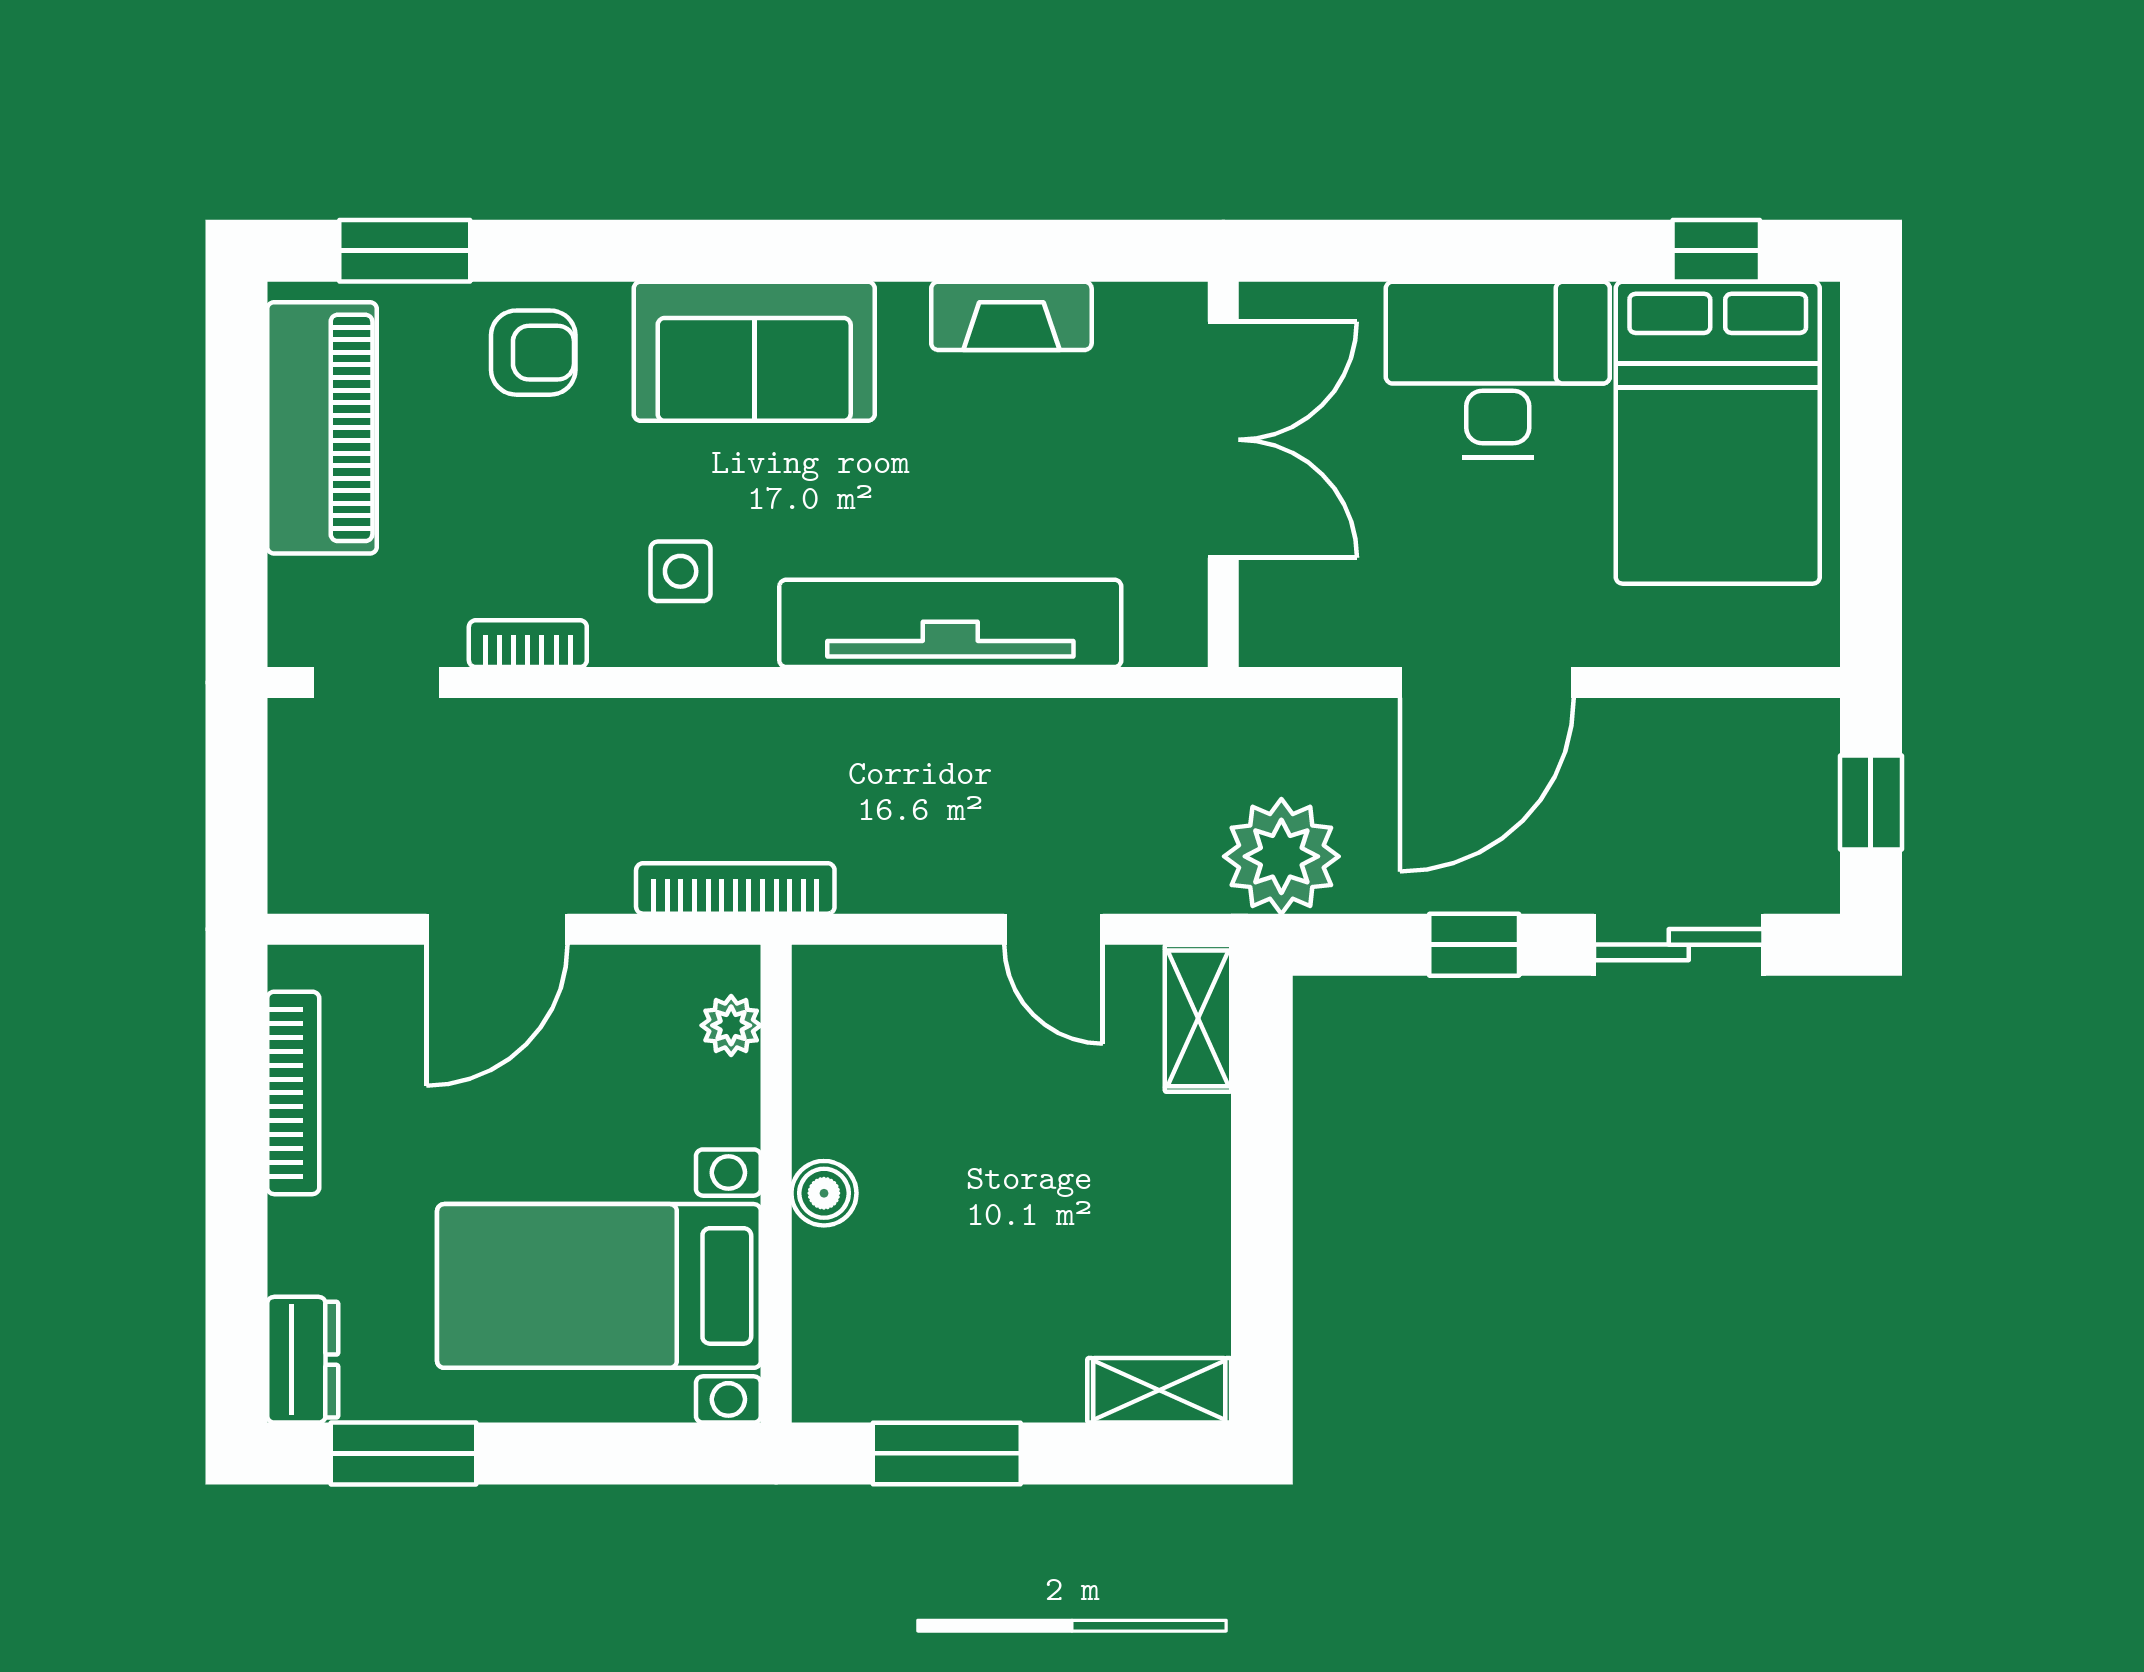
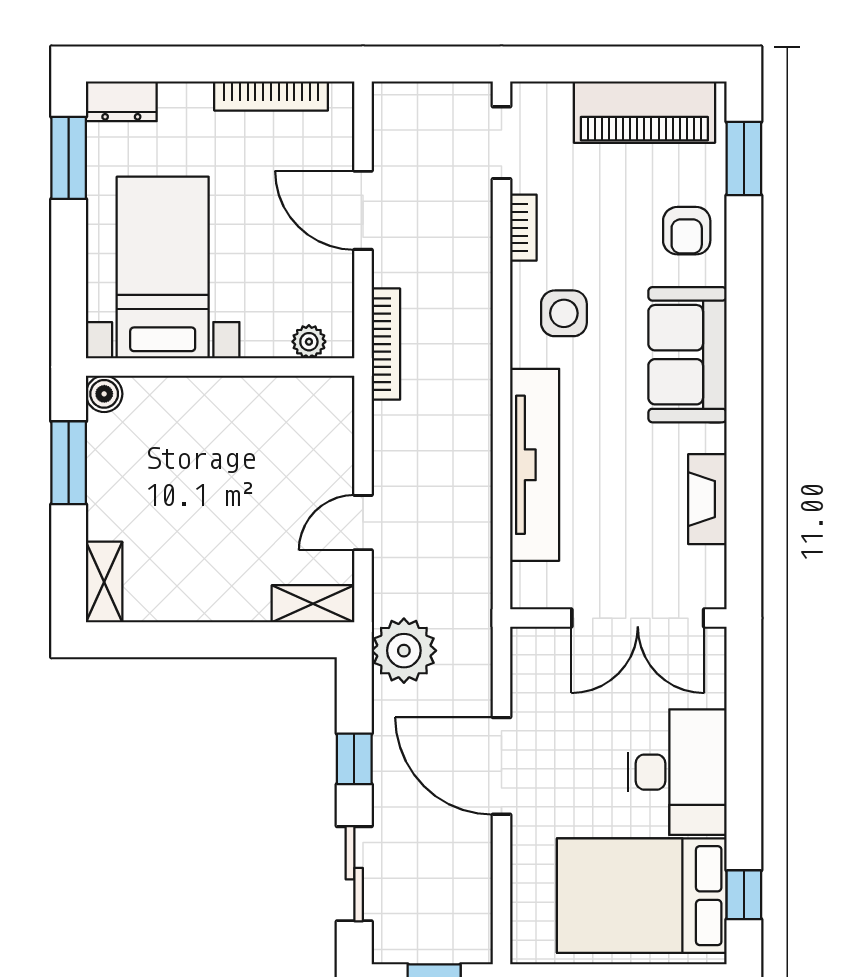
side table: (681, 571) -> (564, 313), width x1.37, depth x1.37
boiler: (824, 1193) -> (104, 394), moved

